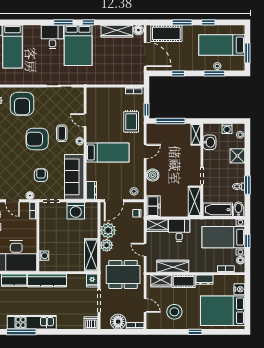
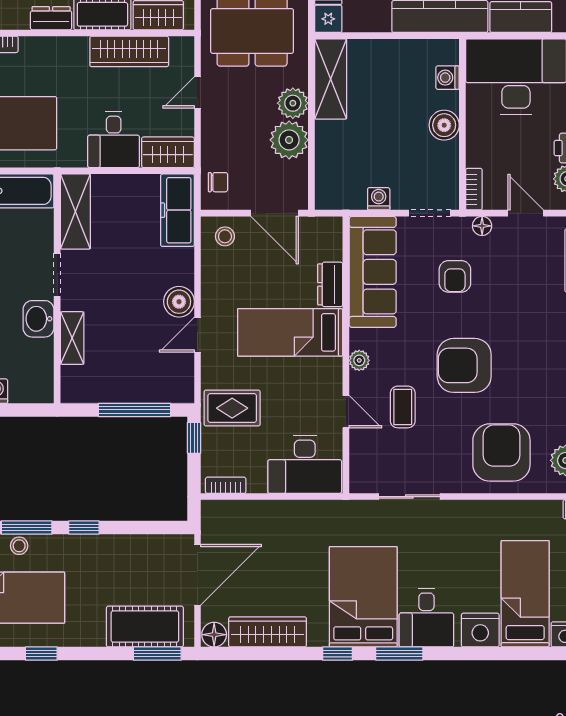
window: (182, 22) -> (157, 654), moved
nightstand: (31, 32) -> (480, 630), added
door: (145, 54) -> (197, 575), swing flipped
window: (178, 73) -> (84, 528), moved
desk: (102, 99) -> (305, 464), added
rug: (131, 122) -> (232, 408), turned 90
coffee table: (62, 133) -> (403, 407), moved
shelving: (196, 134) -> (72, 338), moved
armchair: (37, 139) -> (464, 365), turned 180
washbasin: (210, 142) -> (38, 319), moved
boiler: (153, 175) -> (179, 302), moved
dresser: (91, 190) -> (330, 284), moved
door: (114, 201) -> (275, 213), swing flipped
freezer: (153, 206) -> (177, 210), width x1.40
washing machine: (76, 211) -> (379, 199), width x0.53, depth x0.53
boiler: (45, 236) -> (444, 125), added
door: (145, 250) -> (197, 92), swing flipped

